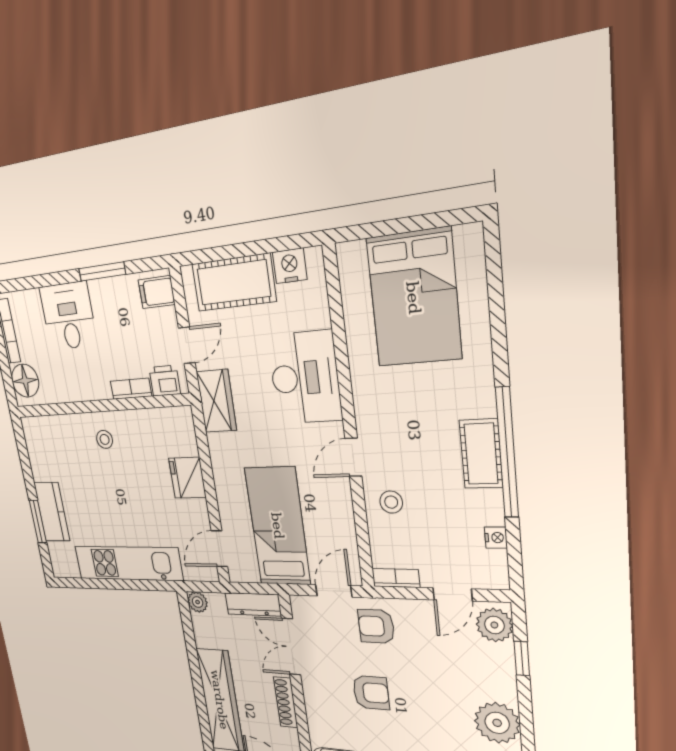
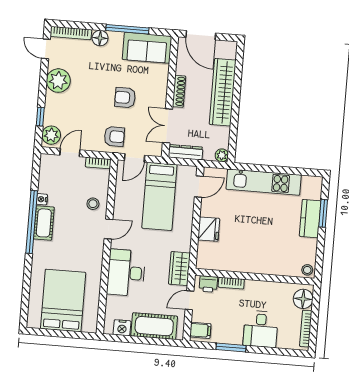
stool: (105, 439) -> (307, 270), moved
nightstand: (496, 538) -> (42, 199), moved
double door: (291, 647) -> (168, 126), swing flipped

